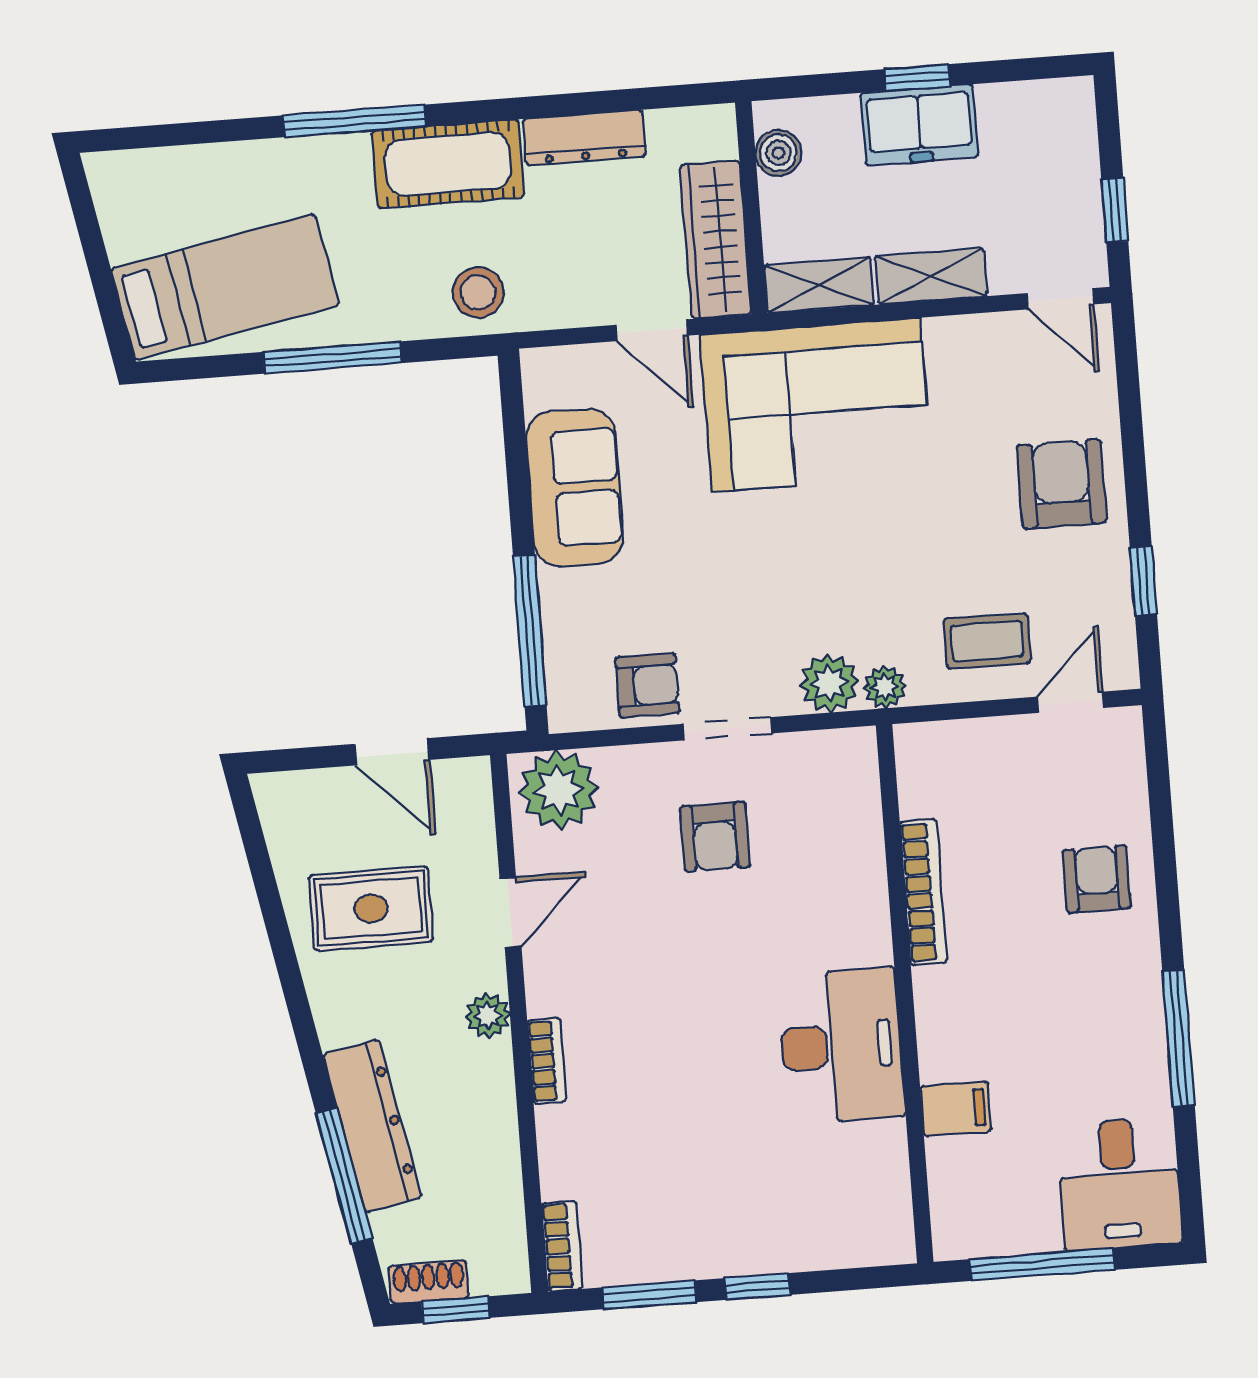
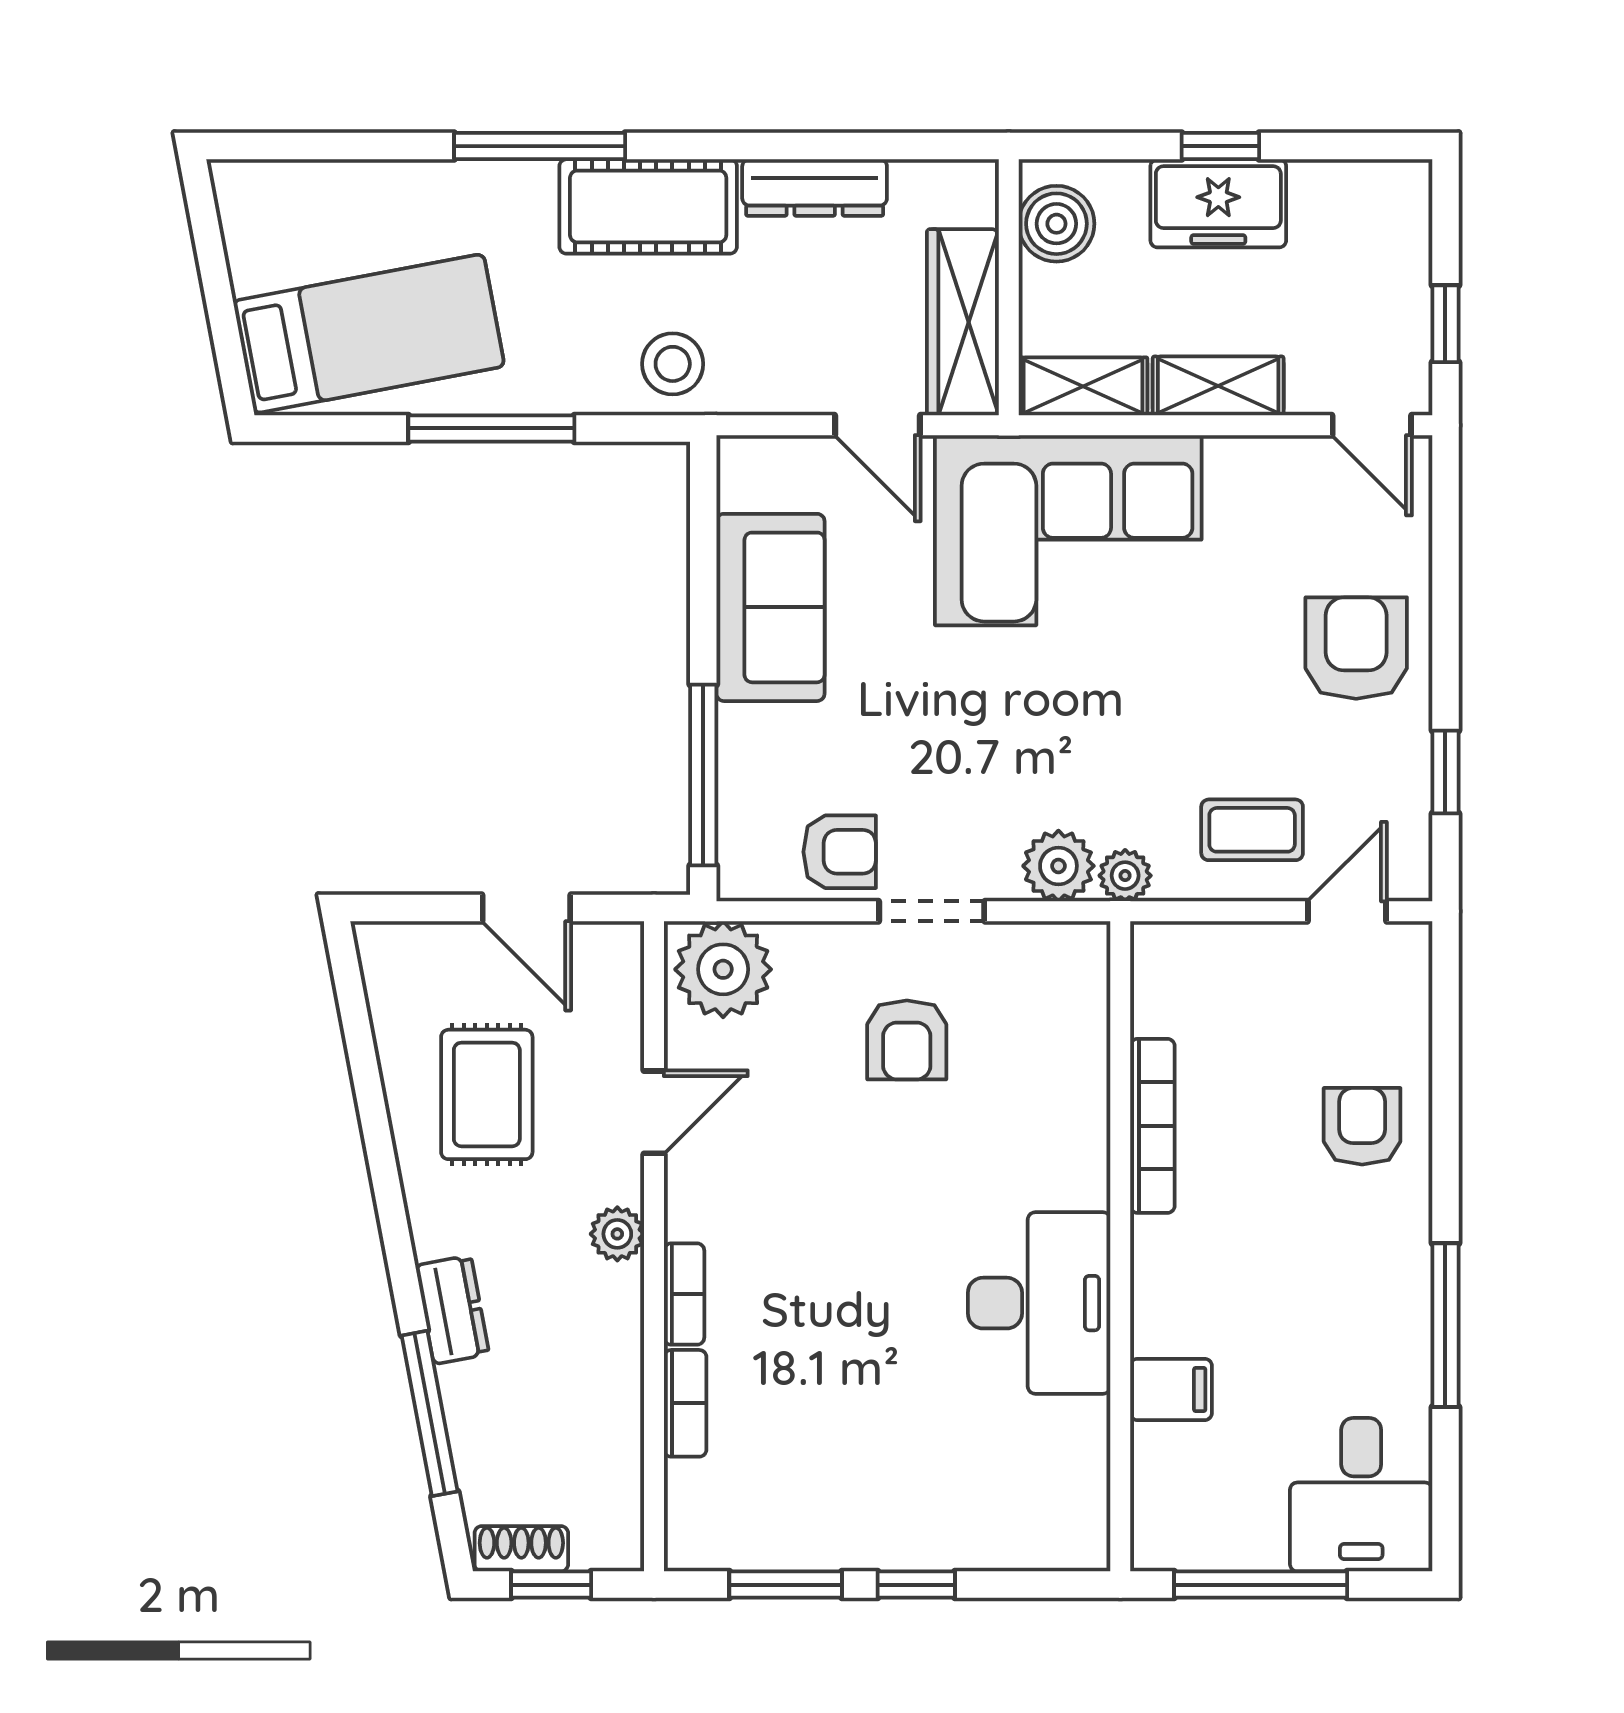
boiler: (778, 153) -> (1056, 224), width x1.36, depth x1.36
rug: (371, 908) -> (487, 1094), turned 90
dresser: (372, 1126) -> (452, 1310), width x0.51, depth x0.80
bookcase: (562, 1246) -> (685, 1403), moved

